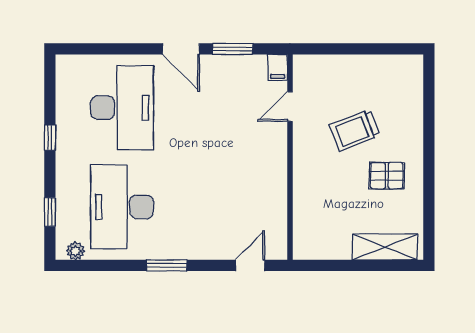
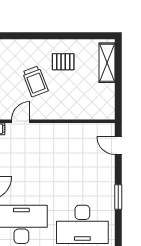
door: (290, 106) -> (21, 121), swing flipped
pallet: (387, 176) -> (63, 62), turned 90

